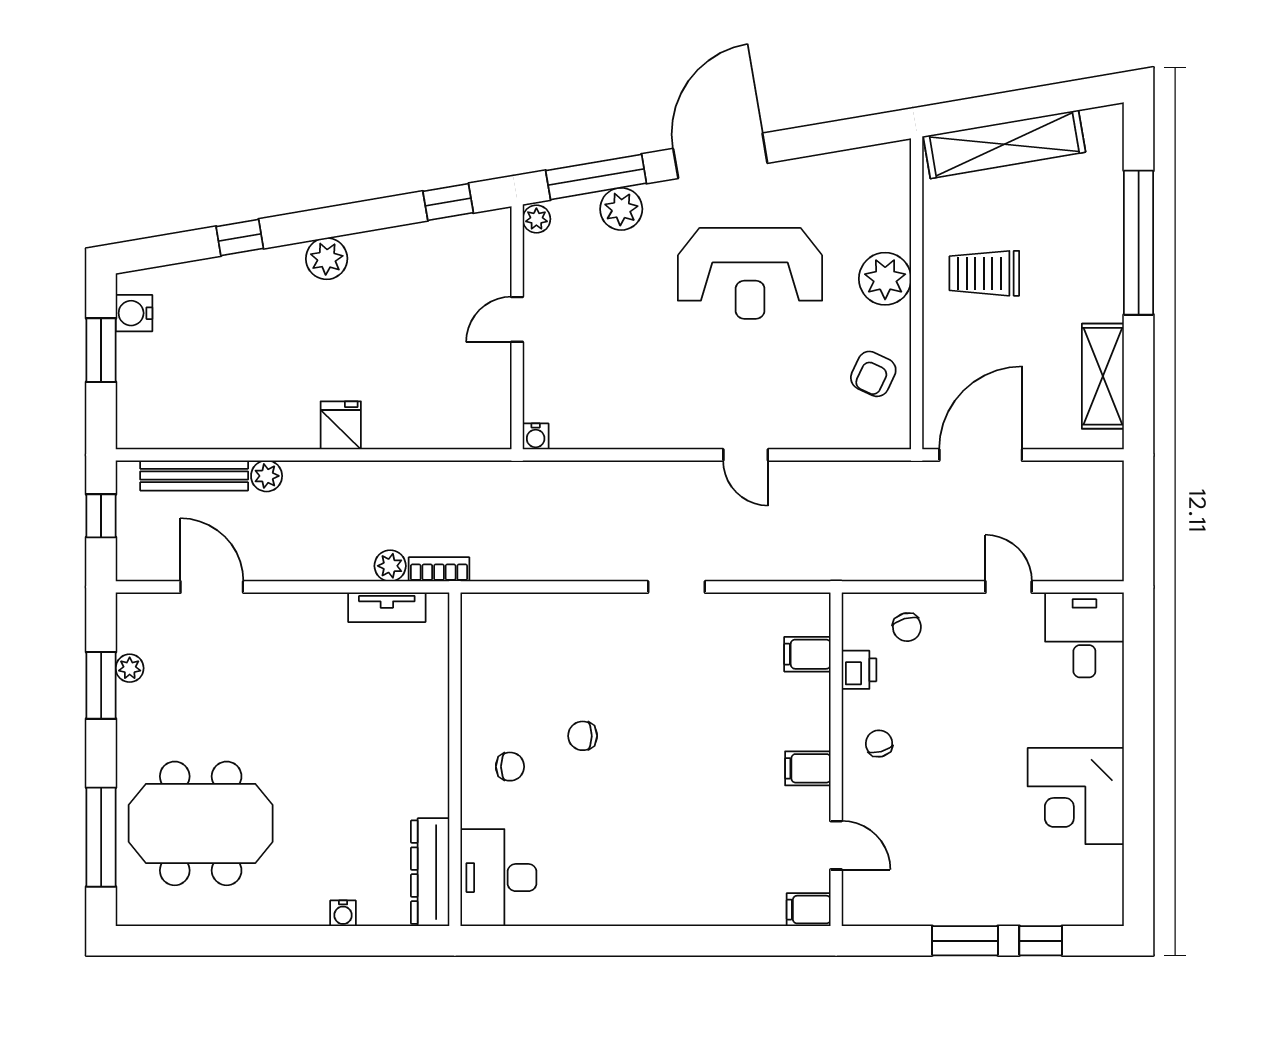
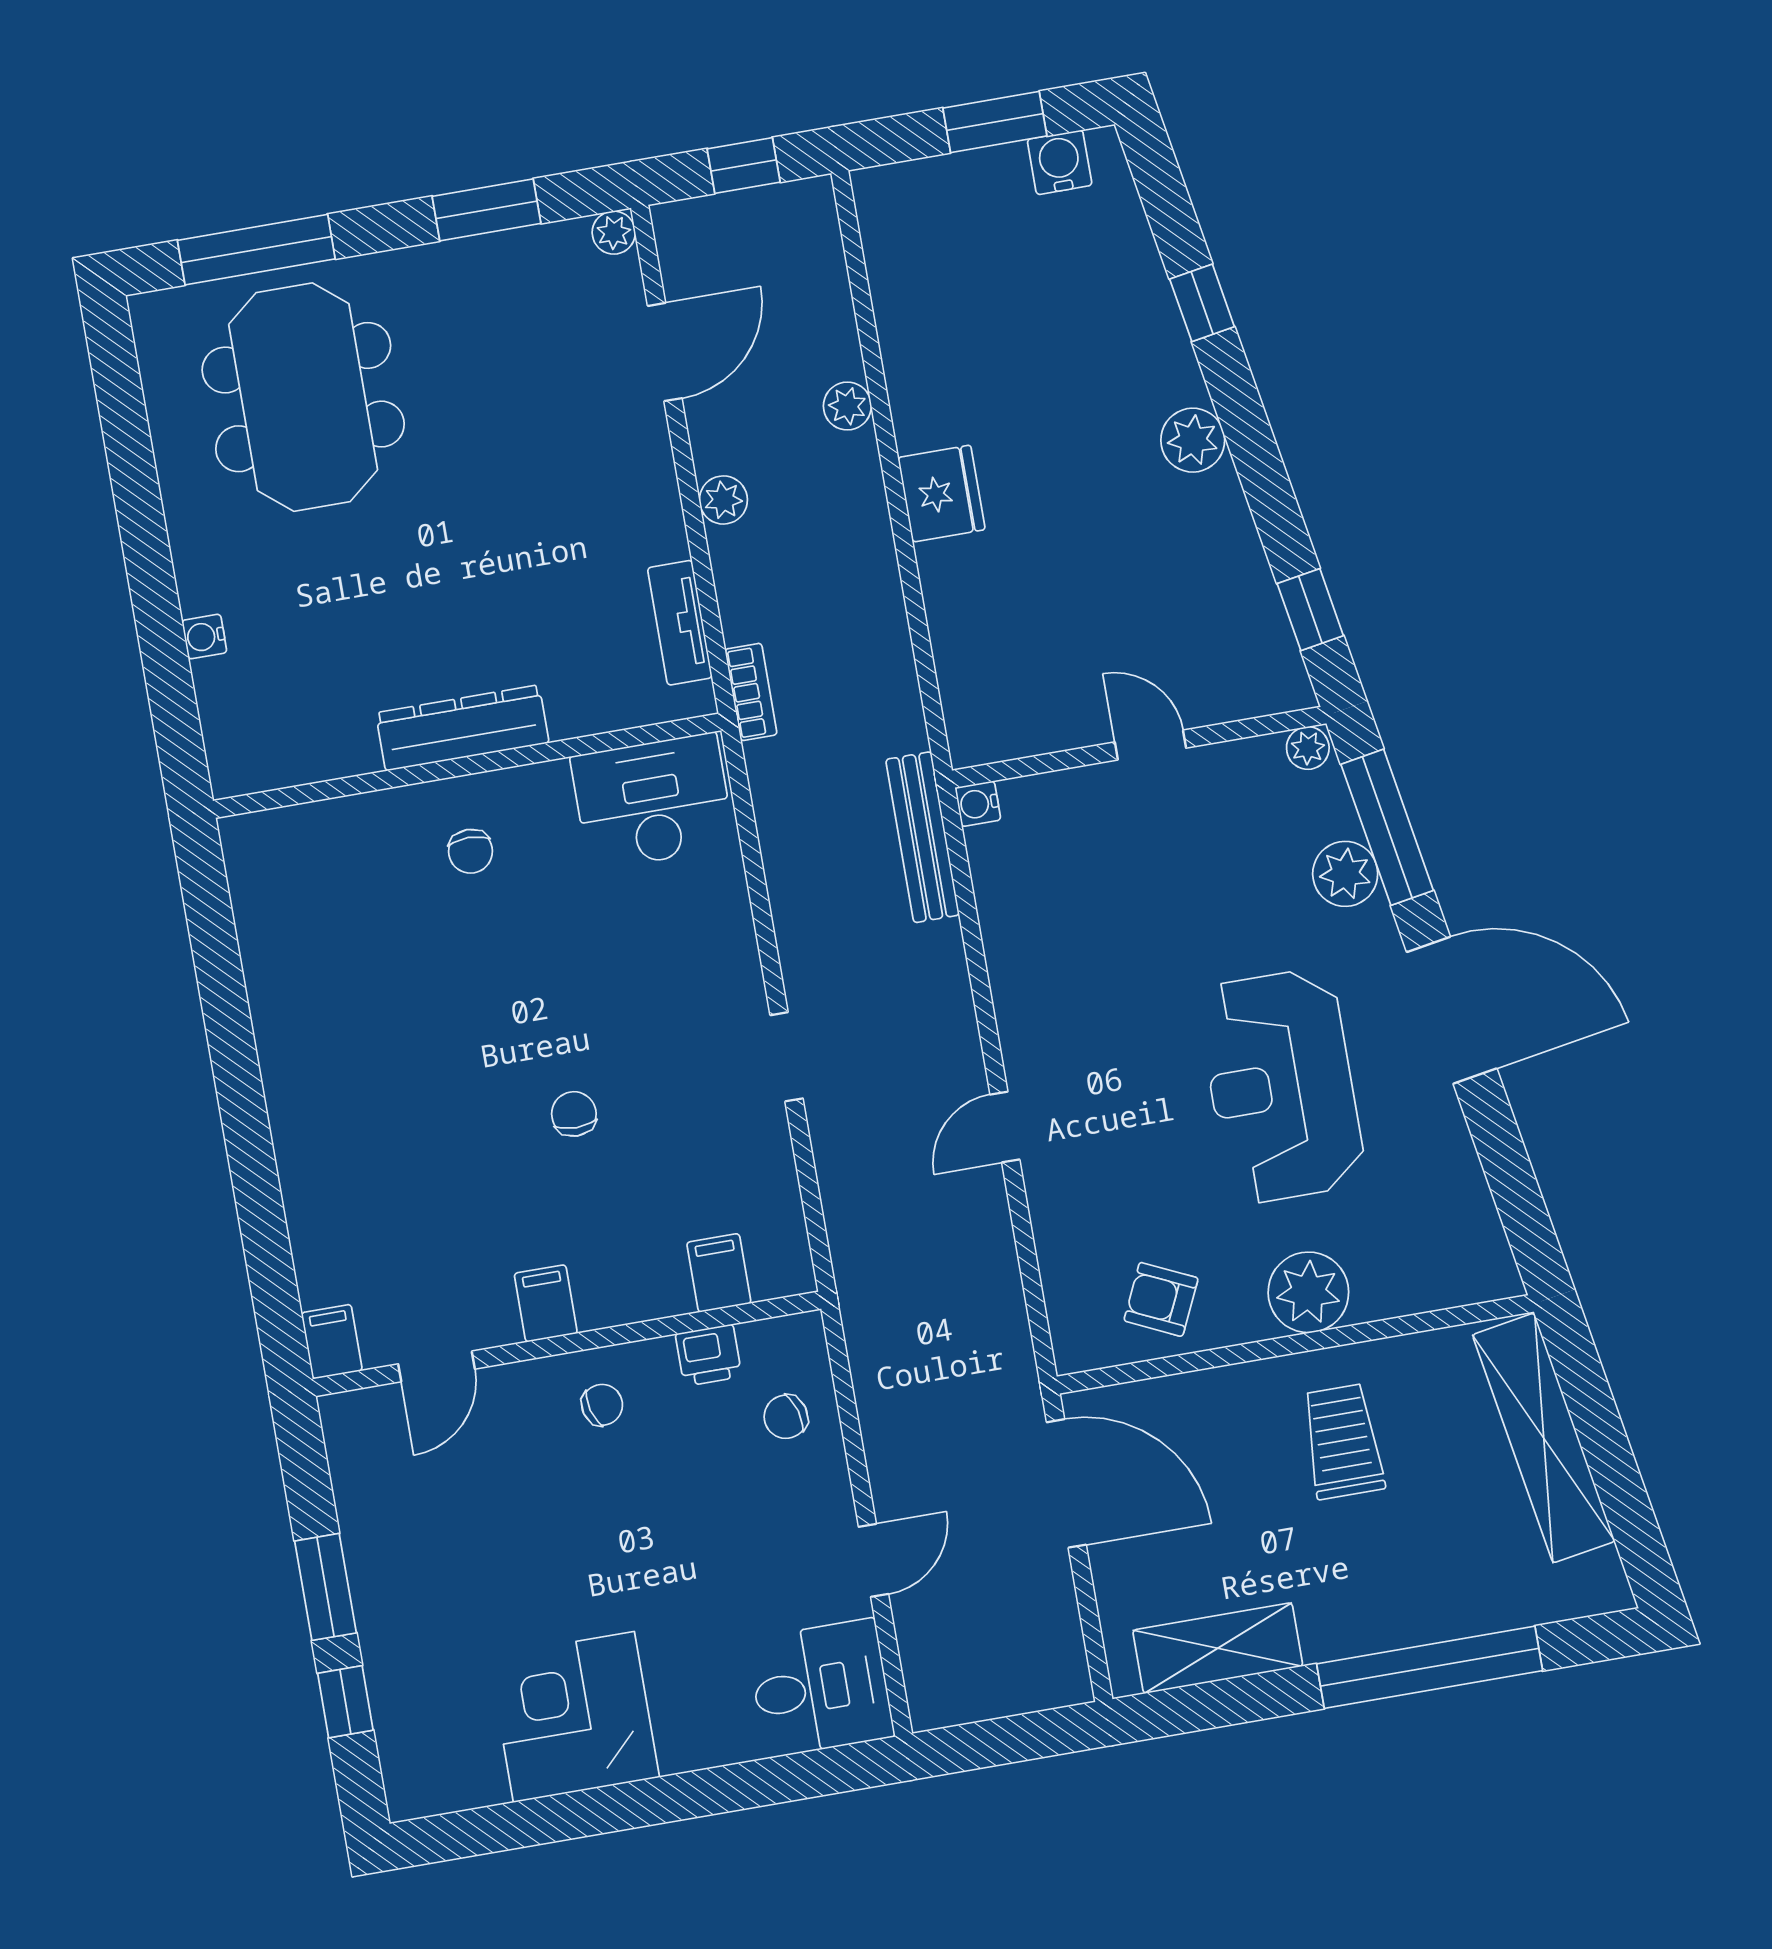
fridge: (341, 425) -> (942, 494), width x1.38
bench: (194, 476) -> (923, 837), moved
plant: (390, 566) -> (723, 500), moved
plant: (130, 668) -> (614, 233), moved
chair: (583, 736) -> (574, 1114), moved
dresser: (430, 872) -> (462, 728), moved
desk: (498, 878) -> (653, 802), moved

